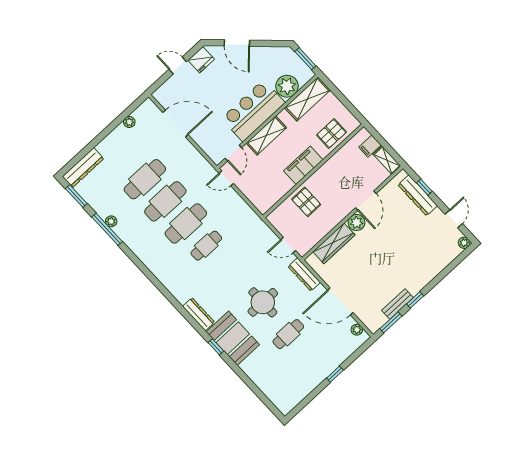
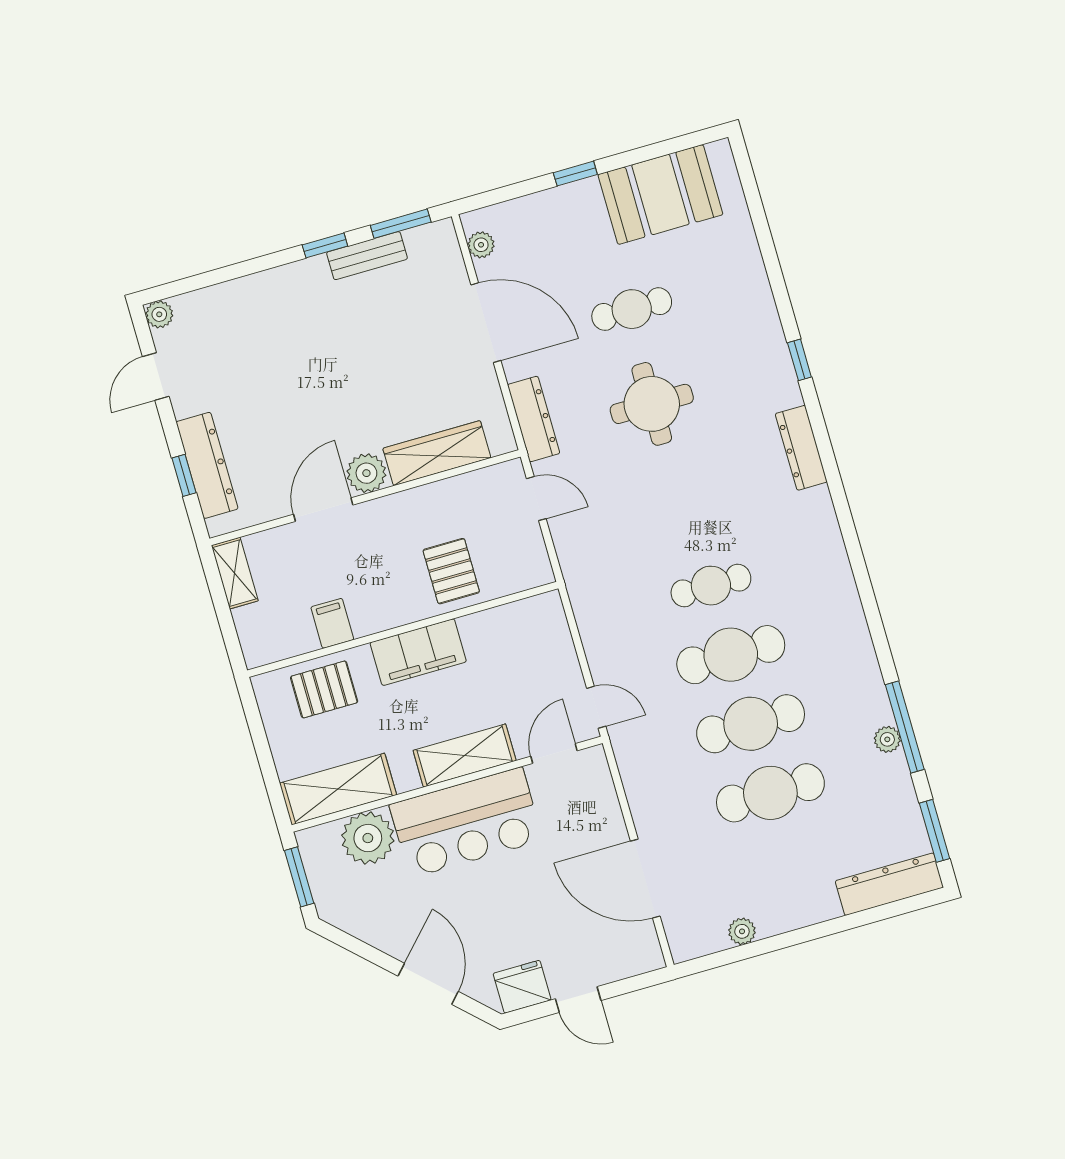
filing cabinet: (370, 146) -> (332, 623), moved, turned -90
booth: (233, 338) -> (660, 194), moved, turned 90

